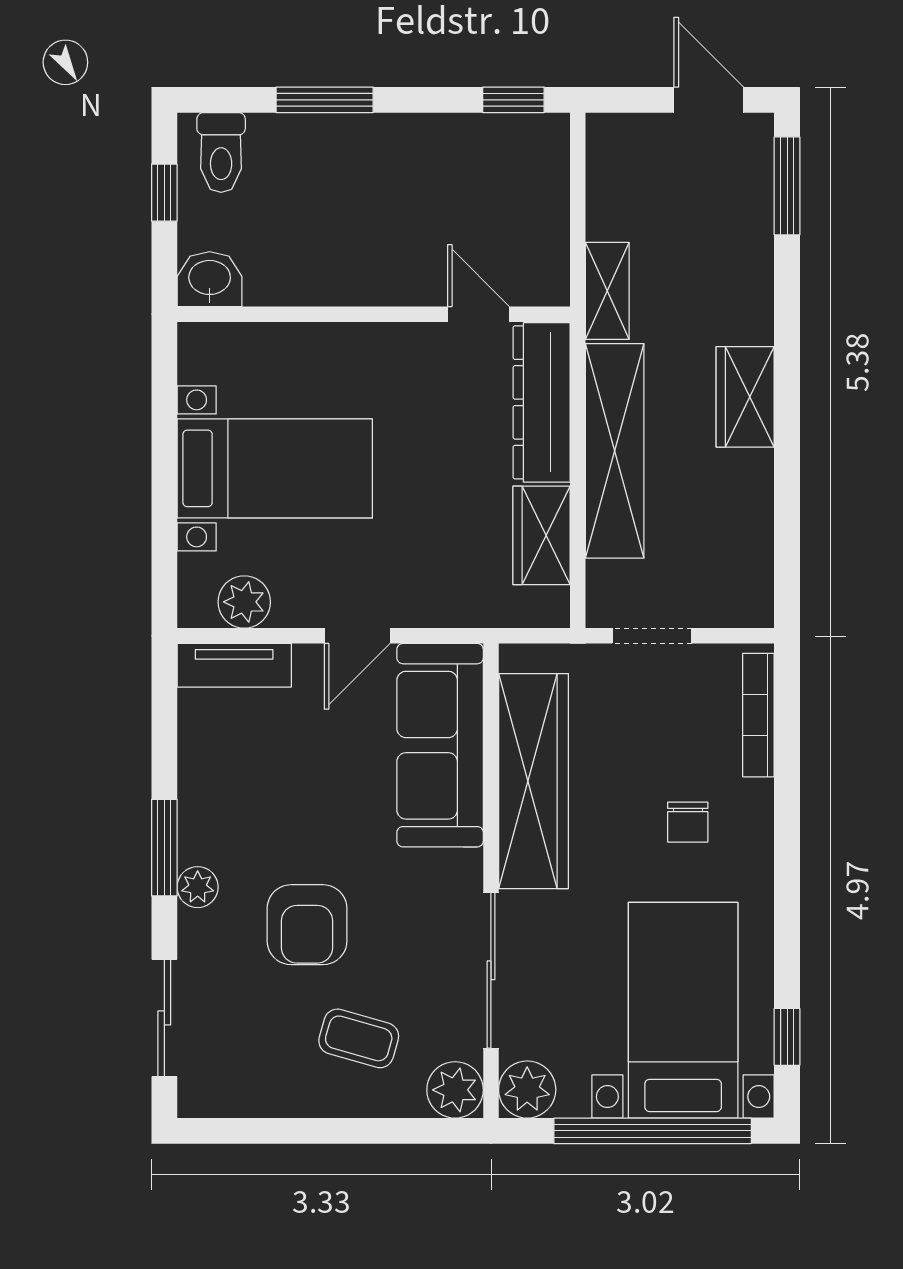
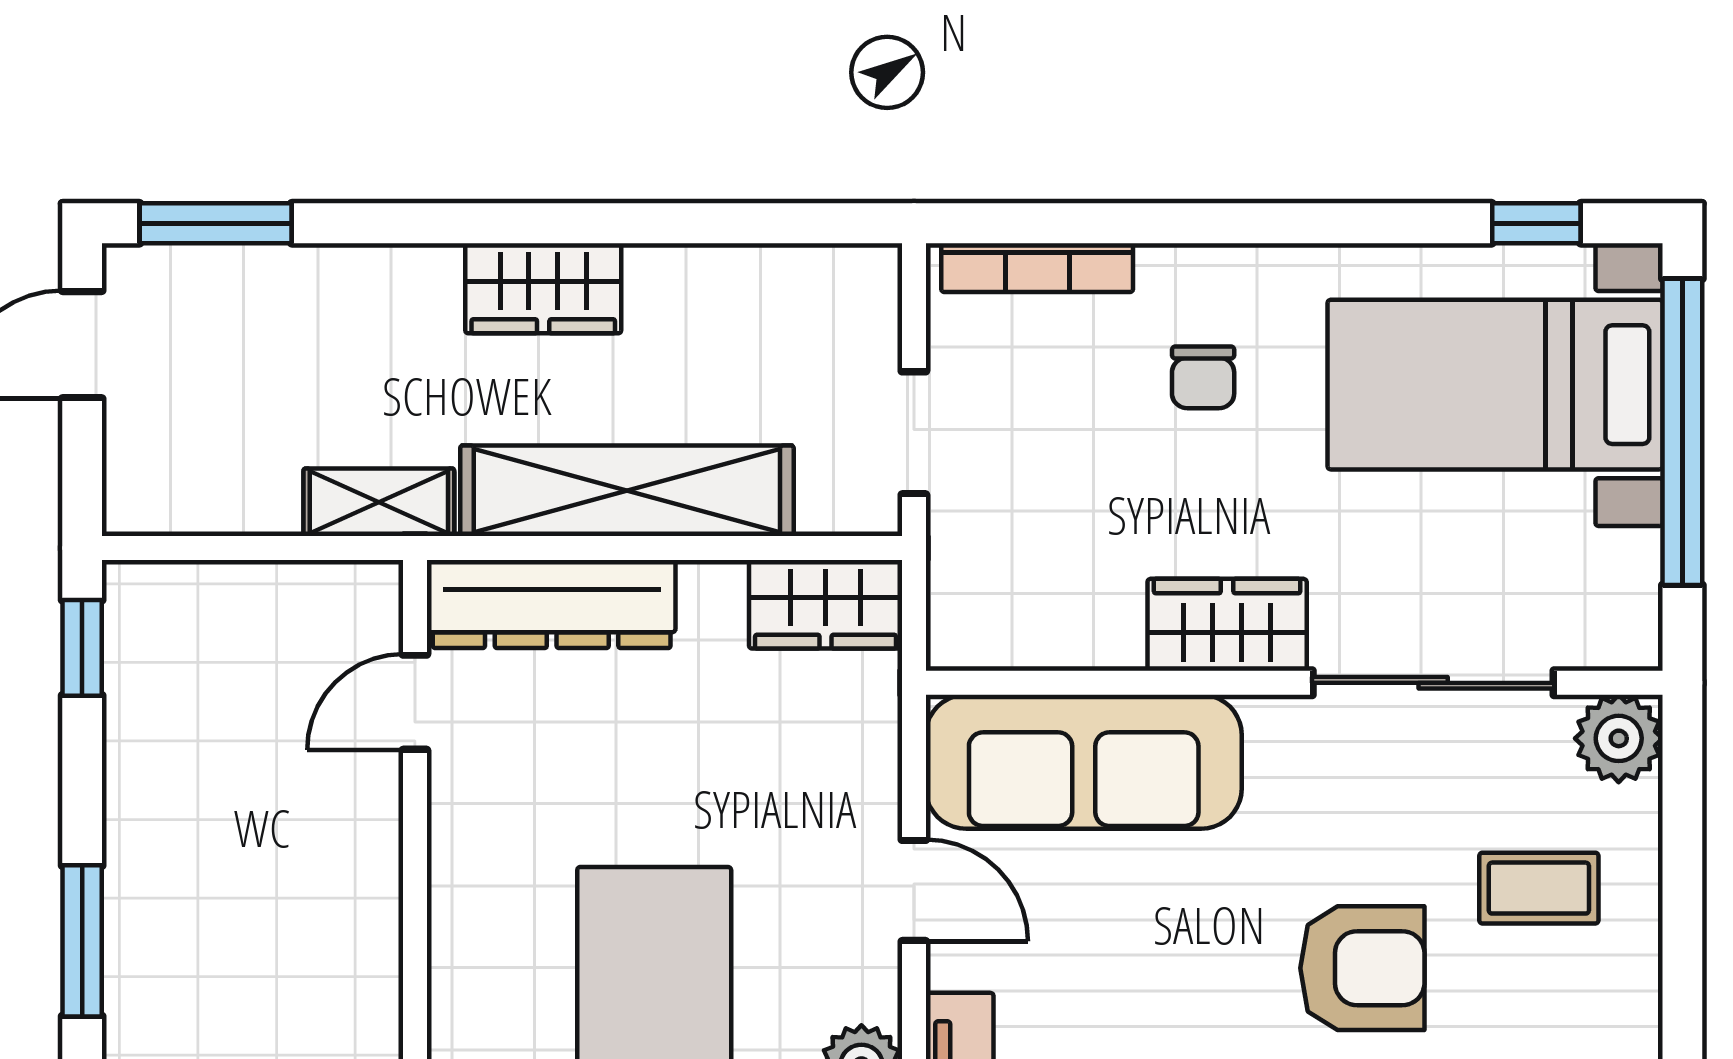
wardrobe: (541, 535) -> (826, 604), moved
wardrobe: (533, 781) -> (1227, 625), width x0.48, depth x0.85
chair: (688, 822) -> (1203, 377), turned 90
coffee table: (359, 1038) -> (1539, 888), turned 74
plant: (527, 1090) -> (1618, 627), removed

